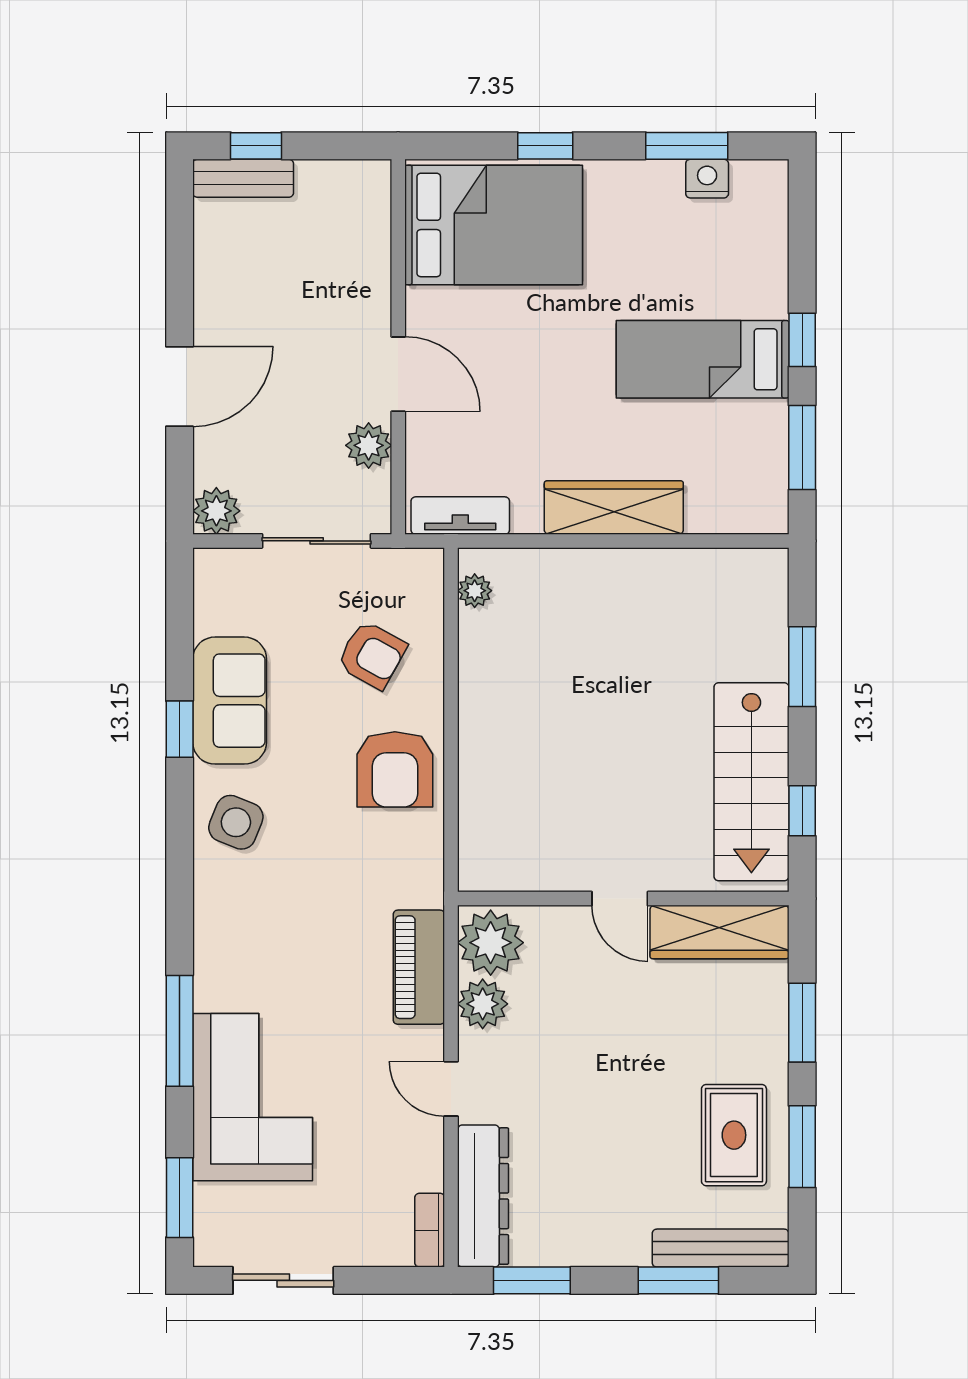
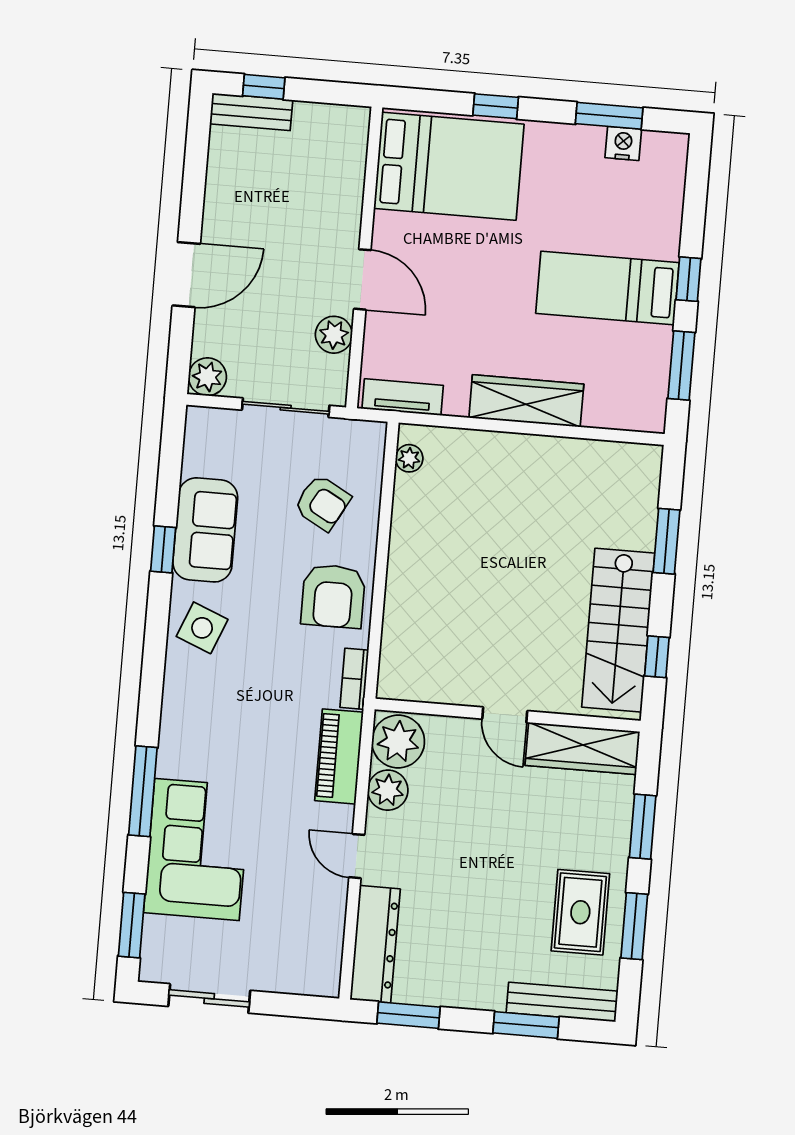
bookcase: (430, 1230) -> (354, 679), moved

